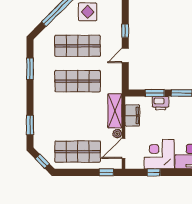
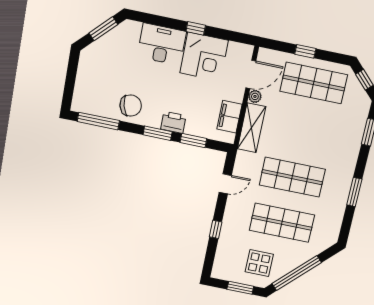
door: (125, 56) -> (225, 184), moved
window: (30, 69) -> (354, 192), moved
printer: (161, 103) -> (173, 122), moved
window: (106, 172) -> (305, 51), moved
window: (154, 172) -> (196, 28), moved

